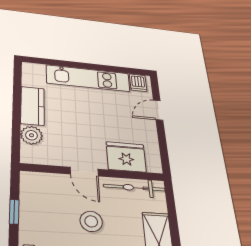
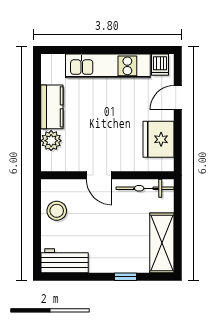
fridge: (126, 157) -> (159, 139), moved, turned -90
window: (14, 212) -> (37, 219), removed
stool: (91, 221) -> (57, 211), moved

